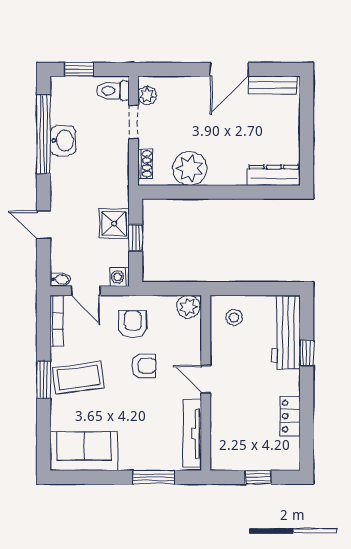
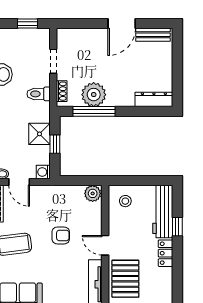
window: (79, 69) -> (28, 24), moved
toilet: (113, 91) -> (39, 94), moved
plant: (147, 95) -> (63, 42), removed
window: (190, 192) -> (94, 111), added
armchair: (133, 324) -> (53, 206), removed
locker: (290, 416) -> (165, 253), moved
pallet: (234, 426) -> (125, 279), added

